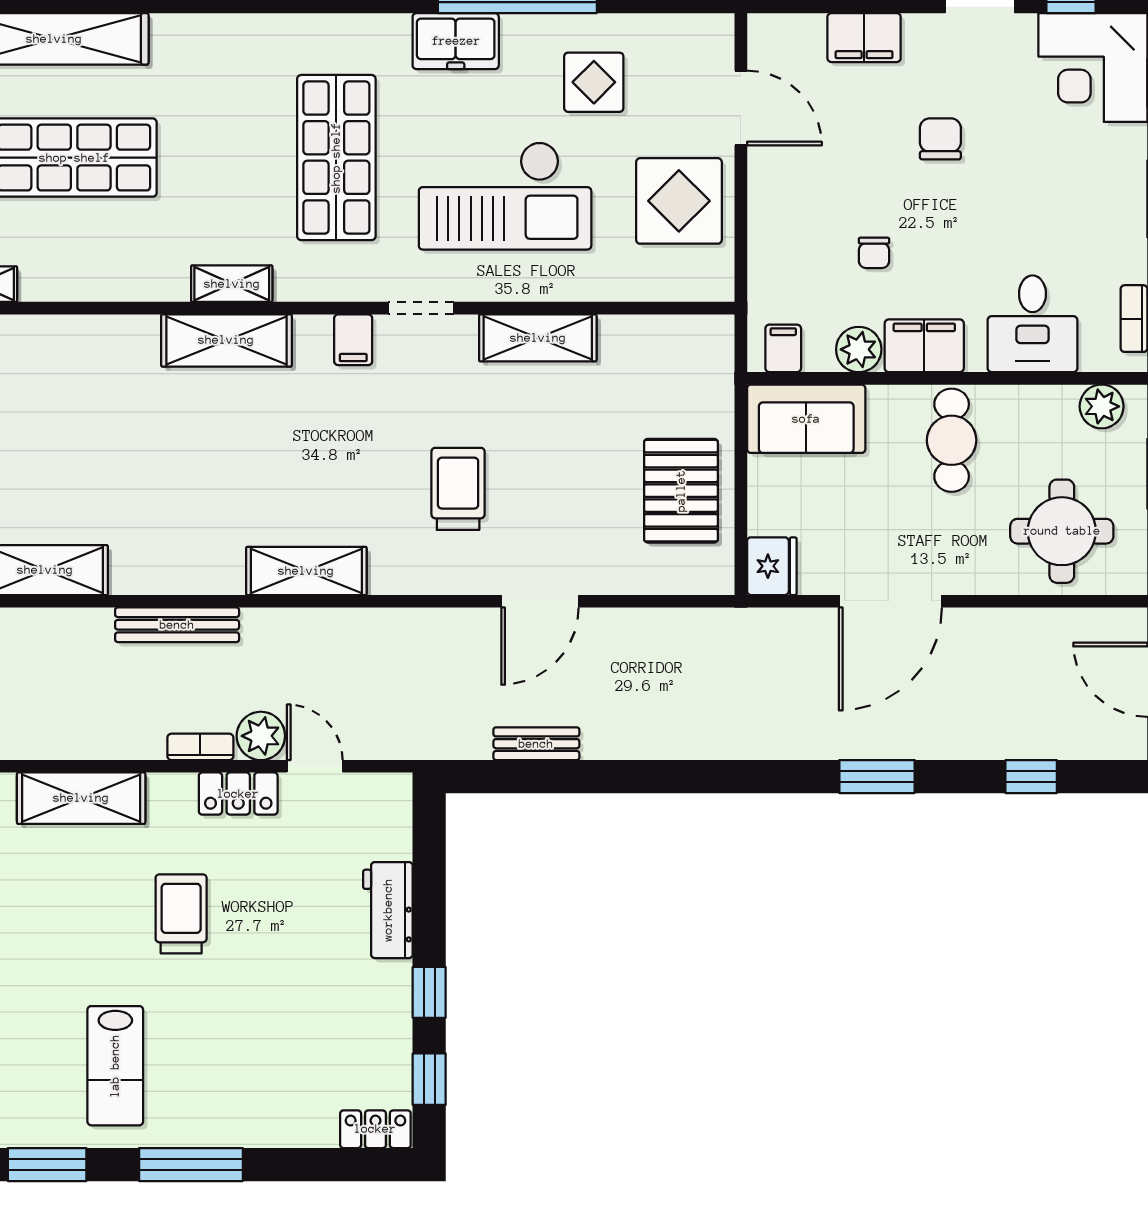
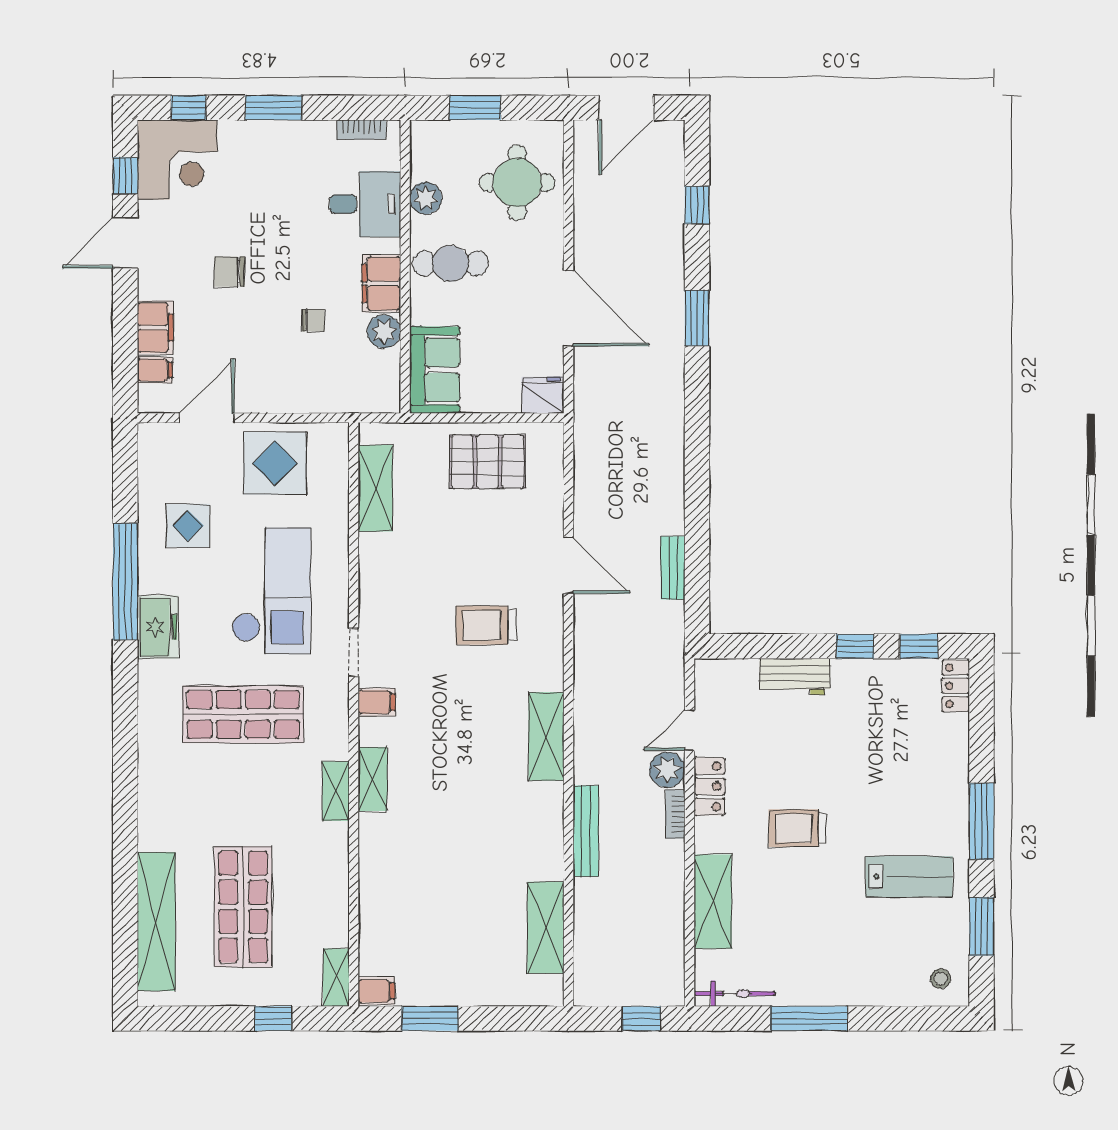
shelving: (538, 338) -> (375, 488), moved
shelving: (226, 340) -> (373, 779), width x0.67, depth x0.75
filing cabinet: (783, 348) -> (155, 370), moved, turned 180
plant: (1102, 406) -> (426, 198), moved

